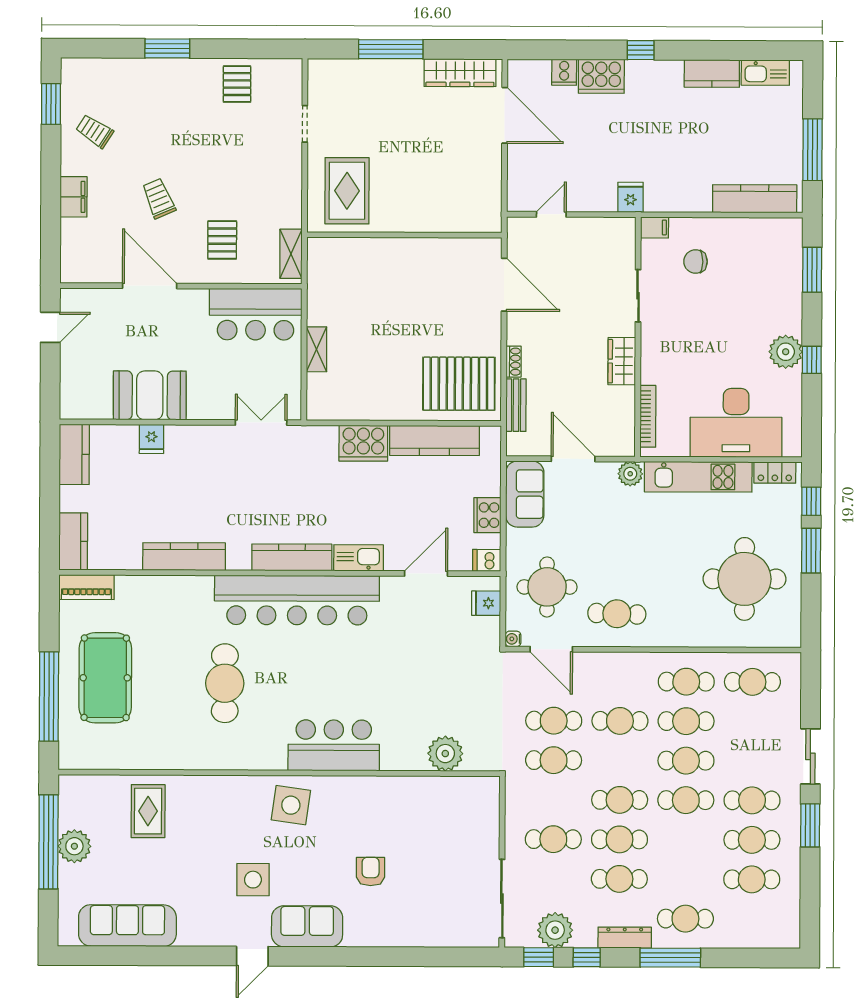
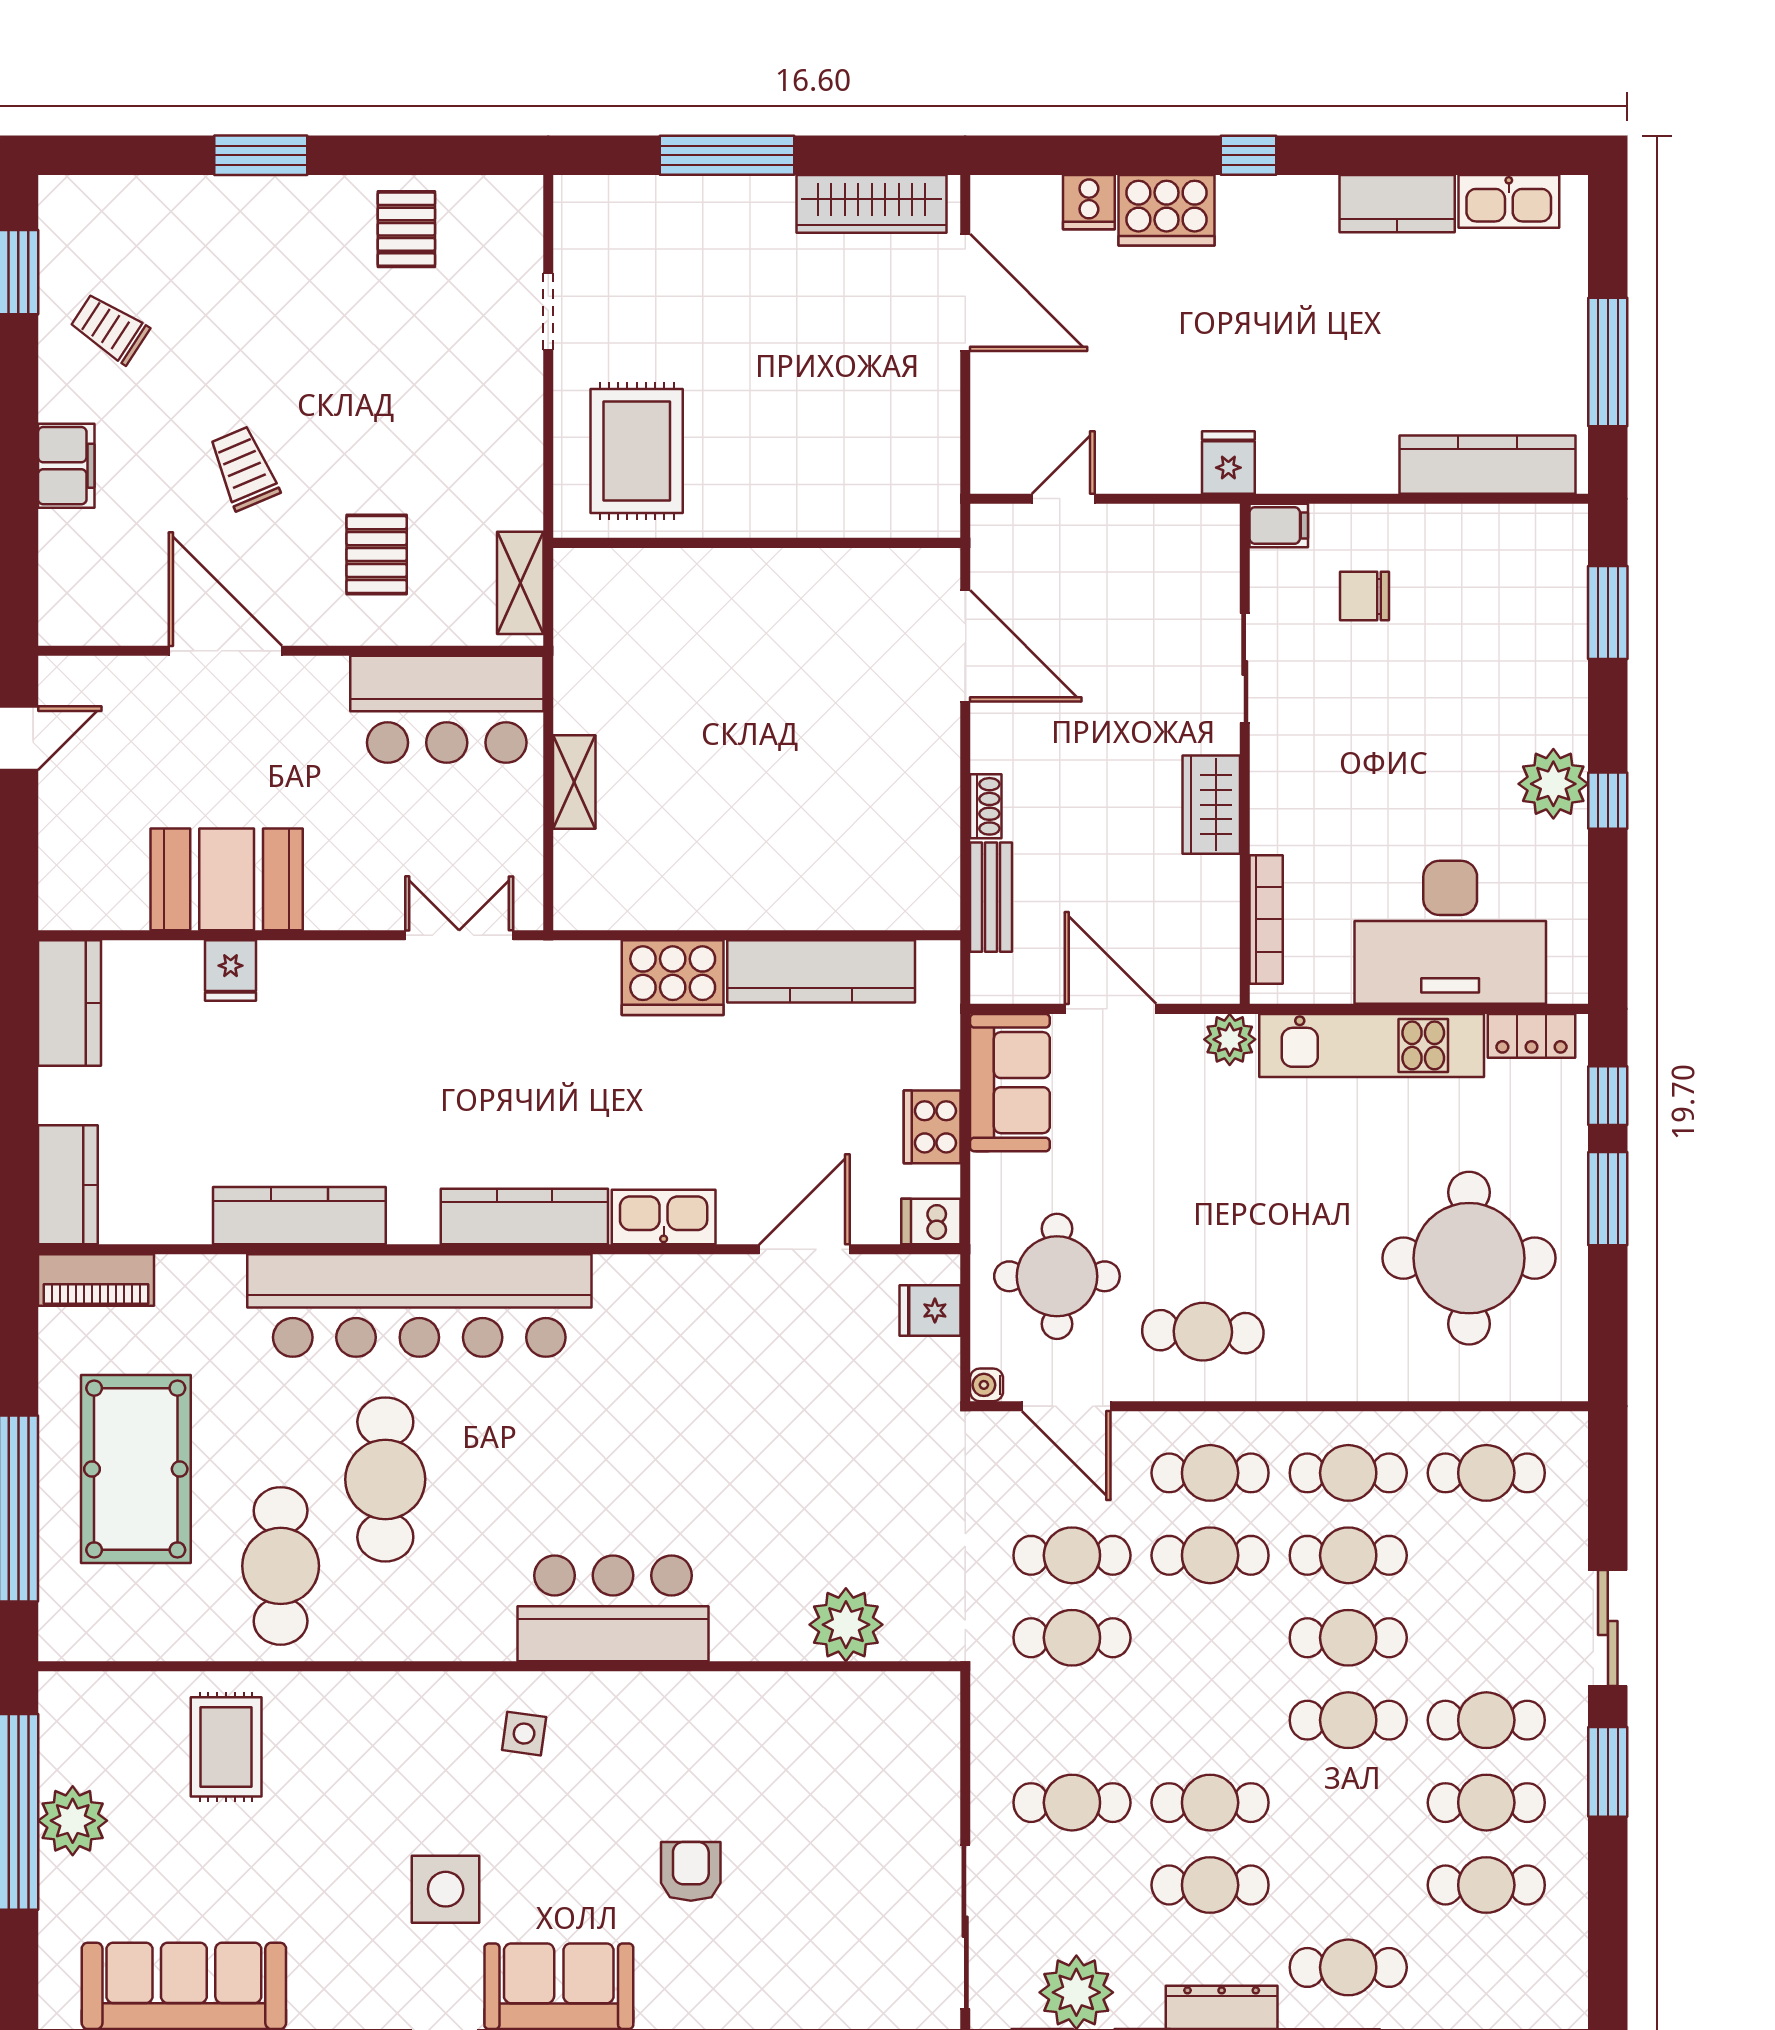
pallet: (459, 384) -> (872, 853), removed
bar counter: (297, 600) -> (419, 1306), moved
cafe table: (174, 724) -> (281, 1566), added
cafe table: (620, 800) -> (1210, 1473), moved
side table: (291, 805) -> (524, 1734), width x0.54, depth x0.54

